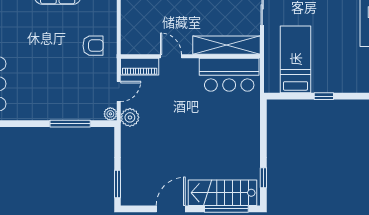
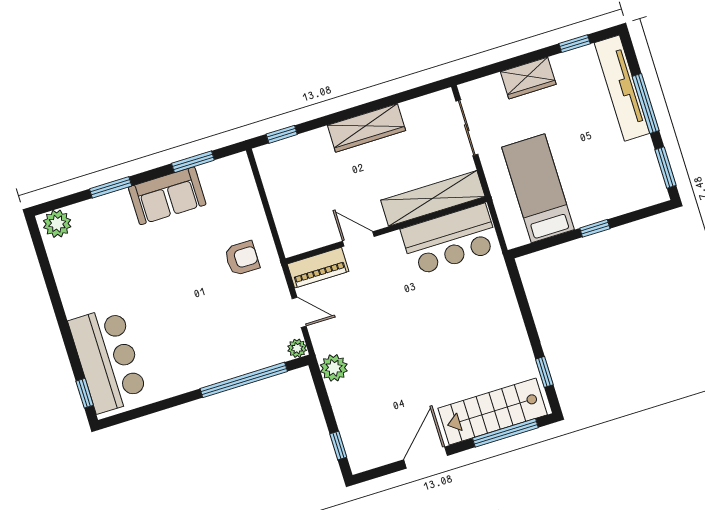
door: (119, 91) -> (299, 312), hinge flipped
plant: (130, 117) -> (334, 368), moved
window: (70, 124) -> (244, 380), width x1.46
window: (117, 184) -> (338, 446), width x0.67

